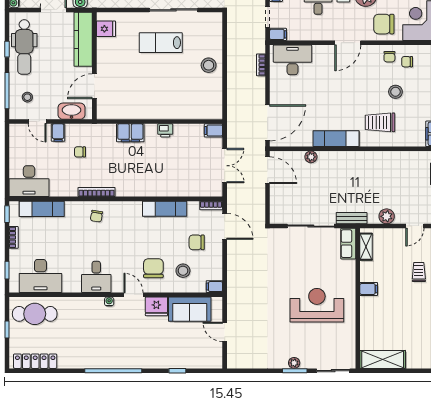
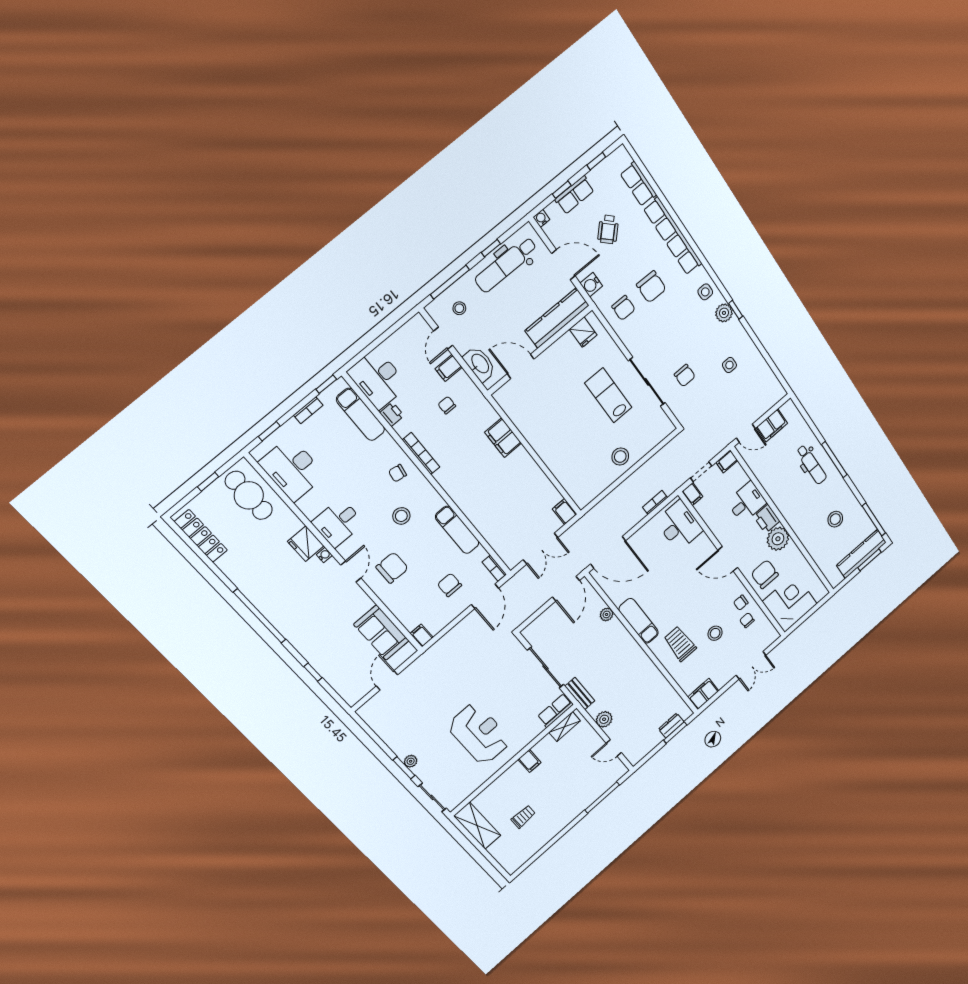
printer: (165, 130) -> (392, 414), moved, turned 180
stool: (183, 271) -> (401, 516), moved
trolley: (419, 272) -> (523, 817), moved
fridge: (156, 306) -> (306, 544), moved

